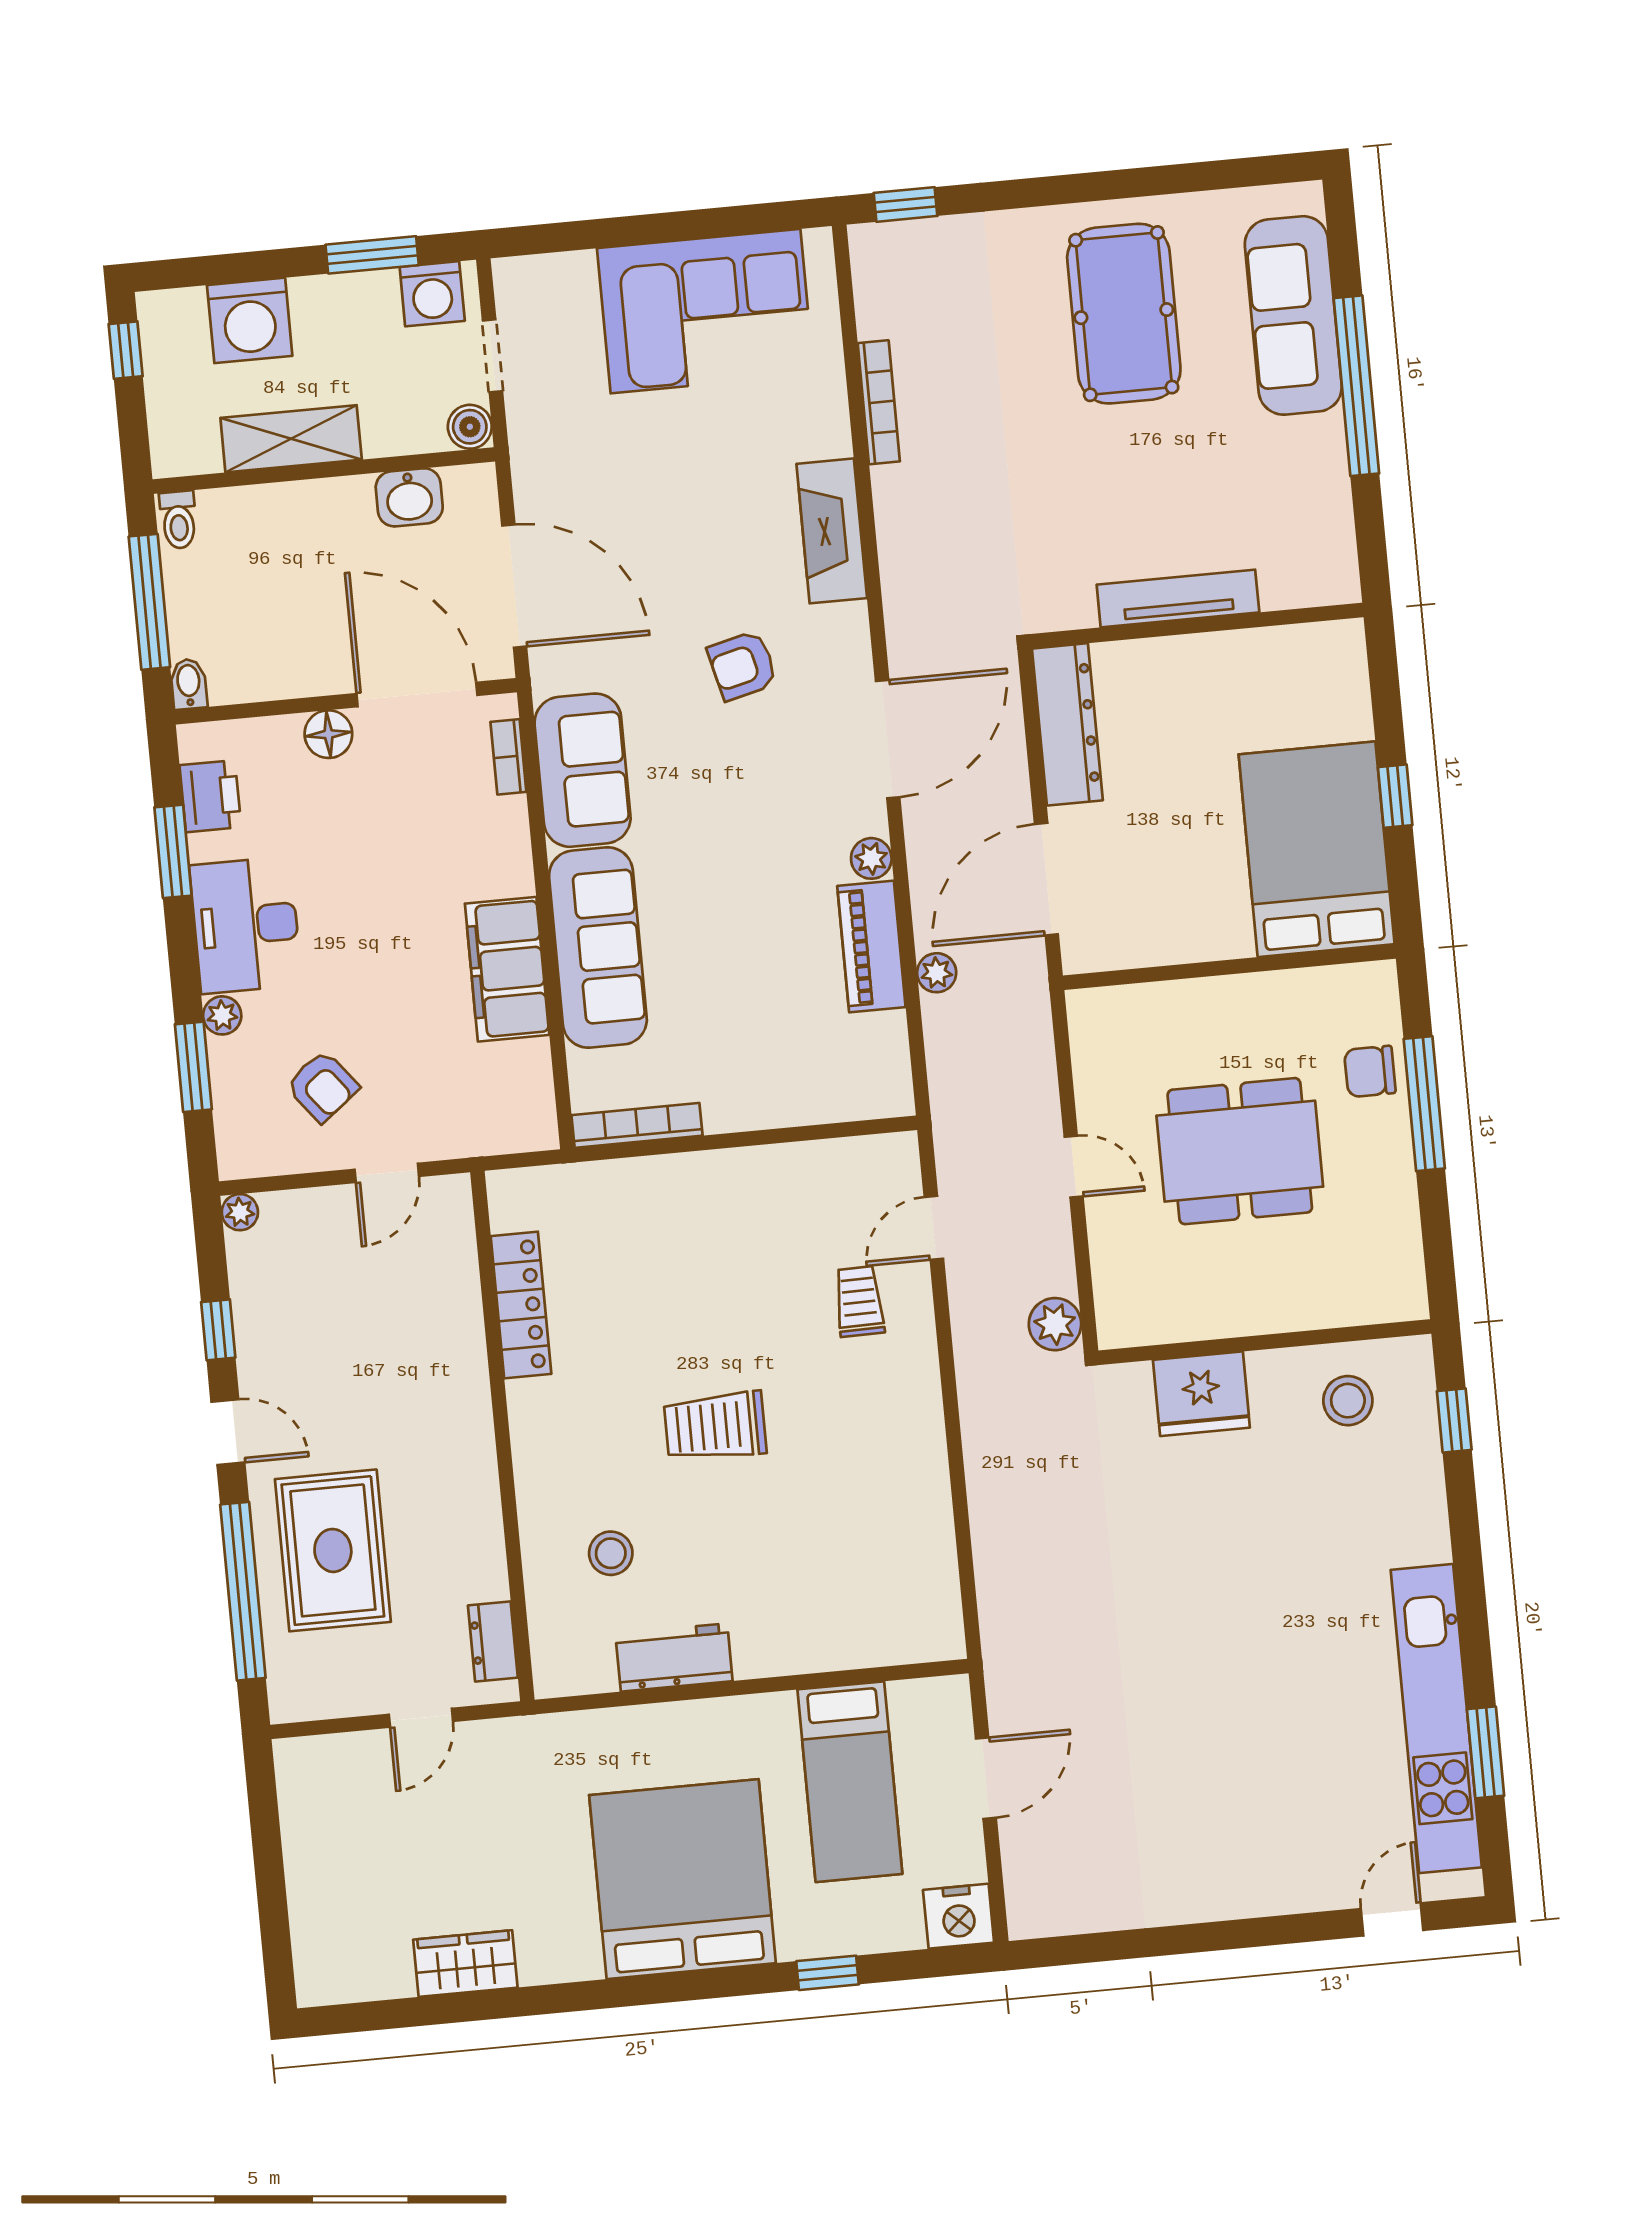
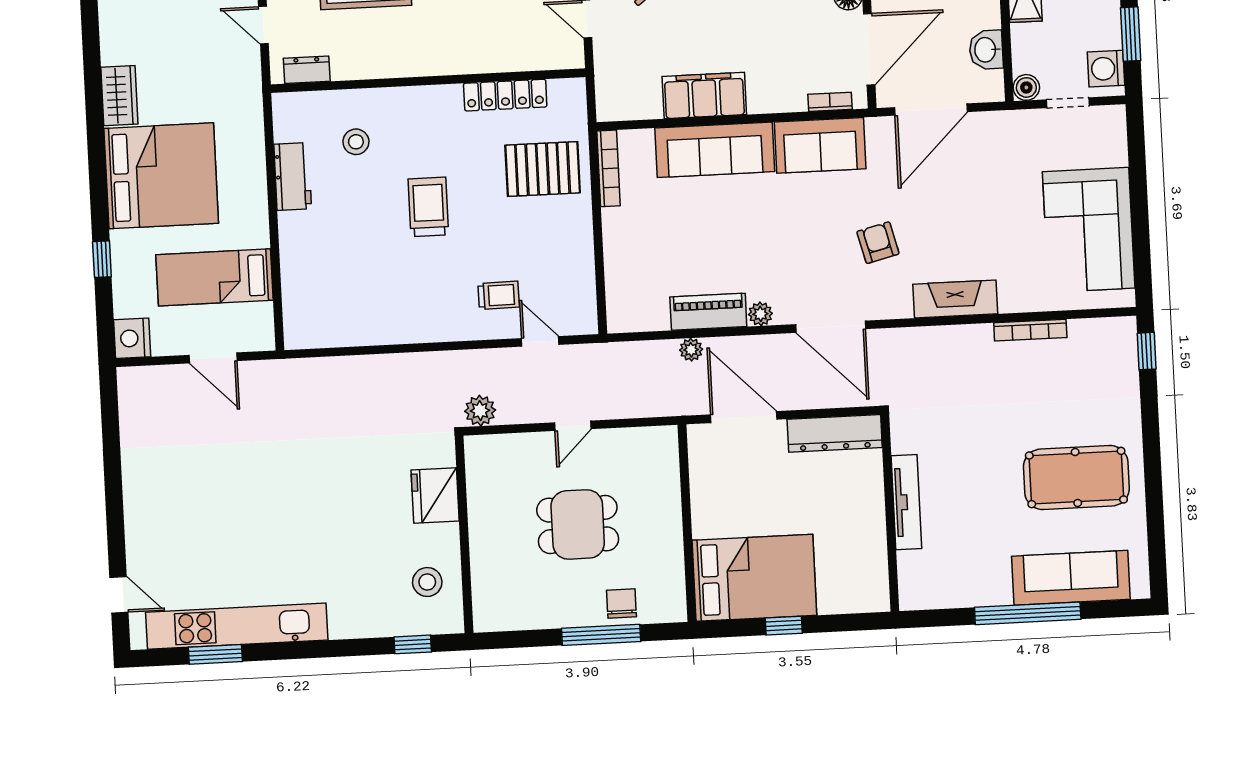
dining table: (1240, 1151) -> (578, 524), width x0.73
pallet: (643, 1236) -> (543, 169), added
wardrobe: (465, 1964) -> (119, 96), moved

